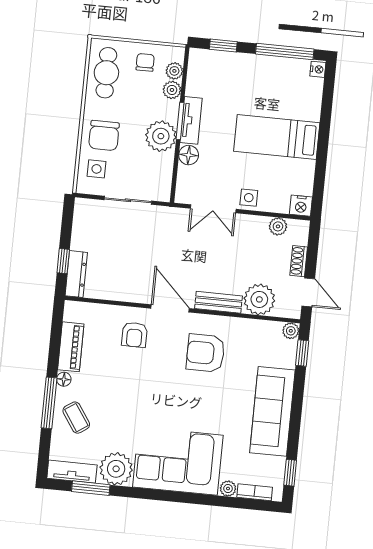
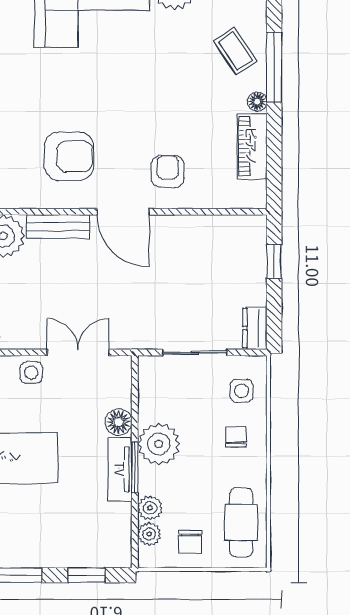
chair: (104, 136) -> (236, 437), width x0.54, depth x0.54
dresser: (76, 274) -> (255, 328), moved, width x0.70

